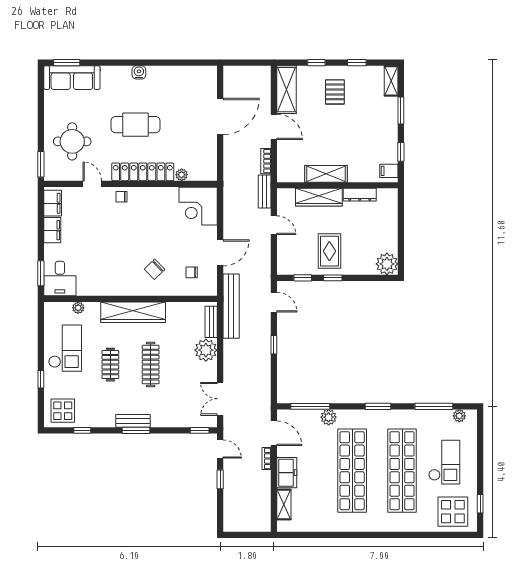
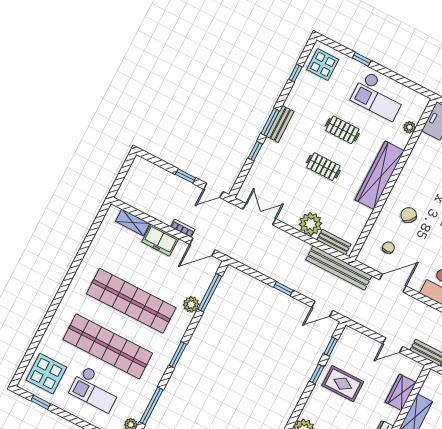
wardrobe: (319, 197) -> (401, 392), width x0.67
door: (220, 253) -> (393, 283), swing flipped
clothes rail: (151, 365) -> (323, 167), width x0.73
window: (200, 430) -> (255, 151), moved

